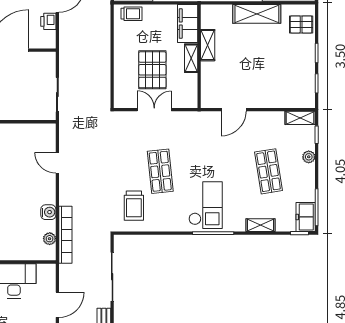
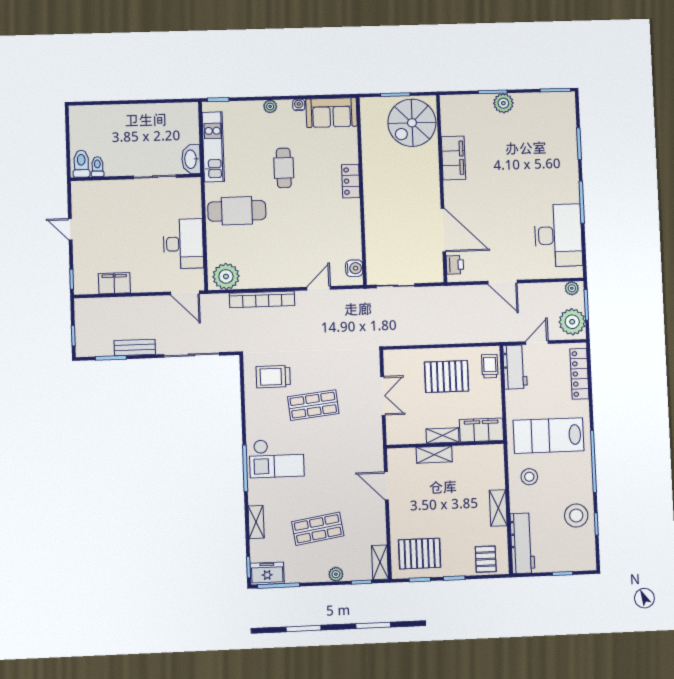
trolley: (132, 14) -> (490, 366), turned 180
shelving: (257, 14) -> (498, 508), width x0.67, depth x0.75
printer: (48, 21) -> (455, 265), moved, turned 90
shelving: (208, 45) -> (434, 455), moved
pallet: (152, 70) -> (447, 377), moved
pallet: (294, 83) -> (420, 554), added
water cooler: (48, 212) -> (354, 268), moved, turned -90
bookcase: (65, 235) -> (262, 299), moved
plant: (50, 239) -> (226, 276), width x1.88, depth x1.88
door: (57, 305) -> (185, 293), moved

